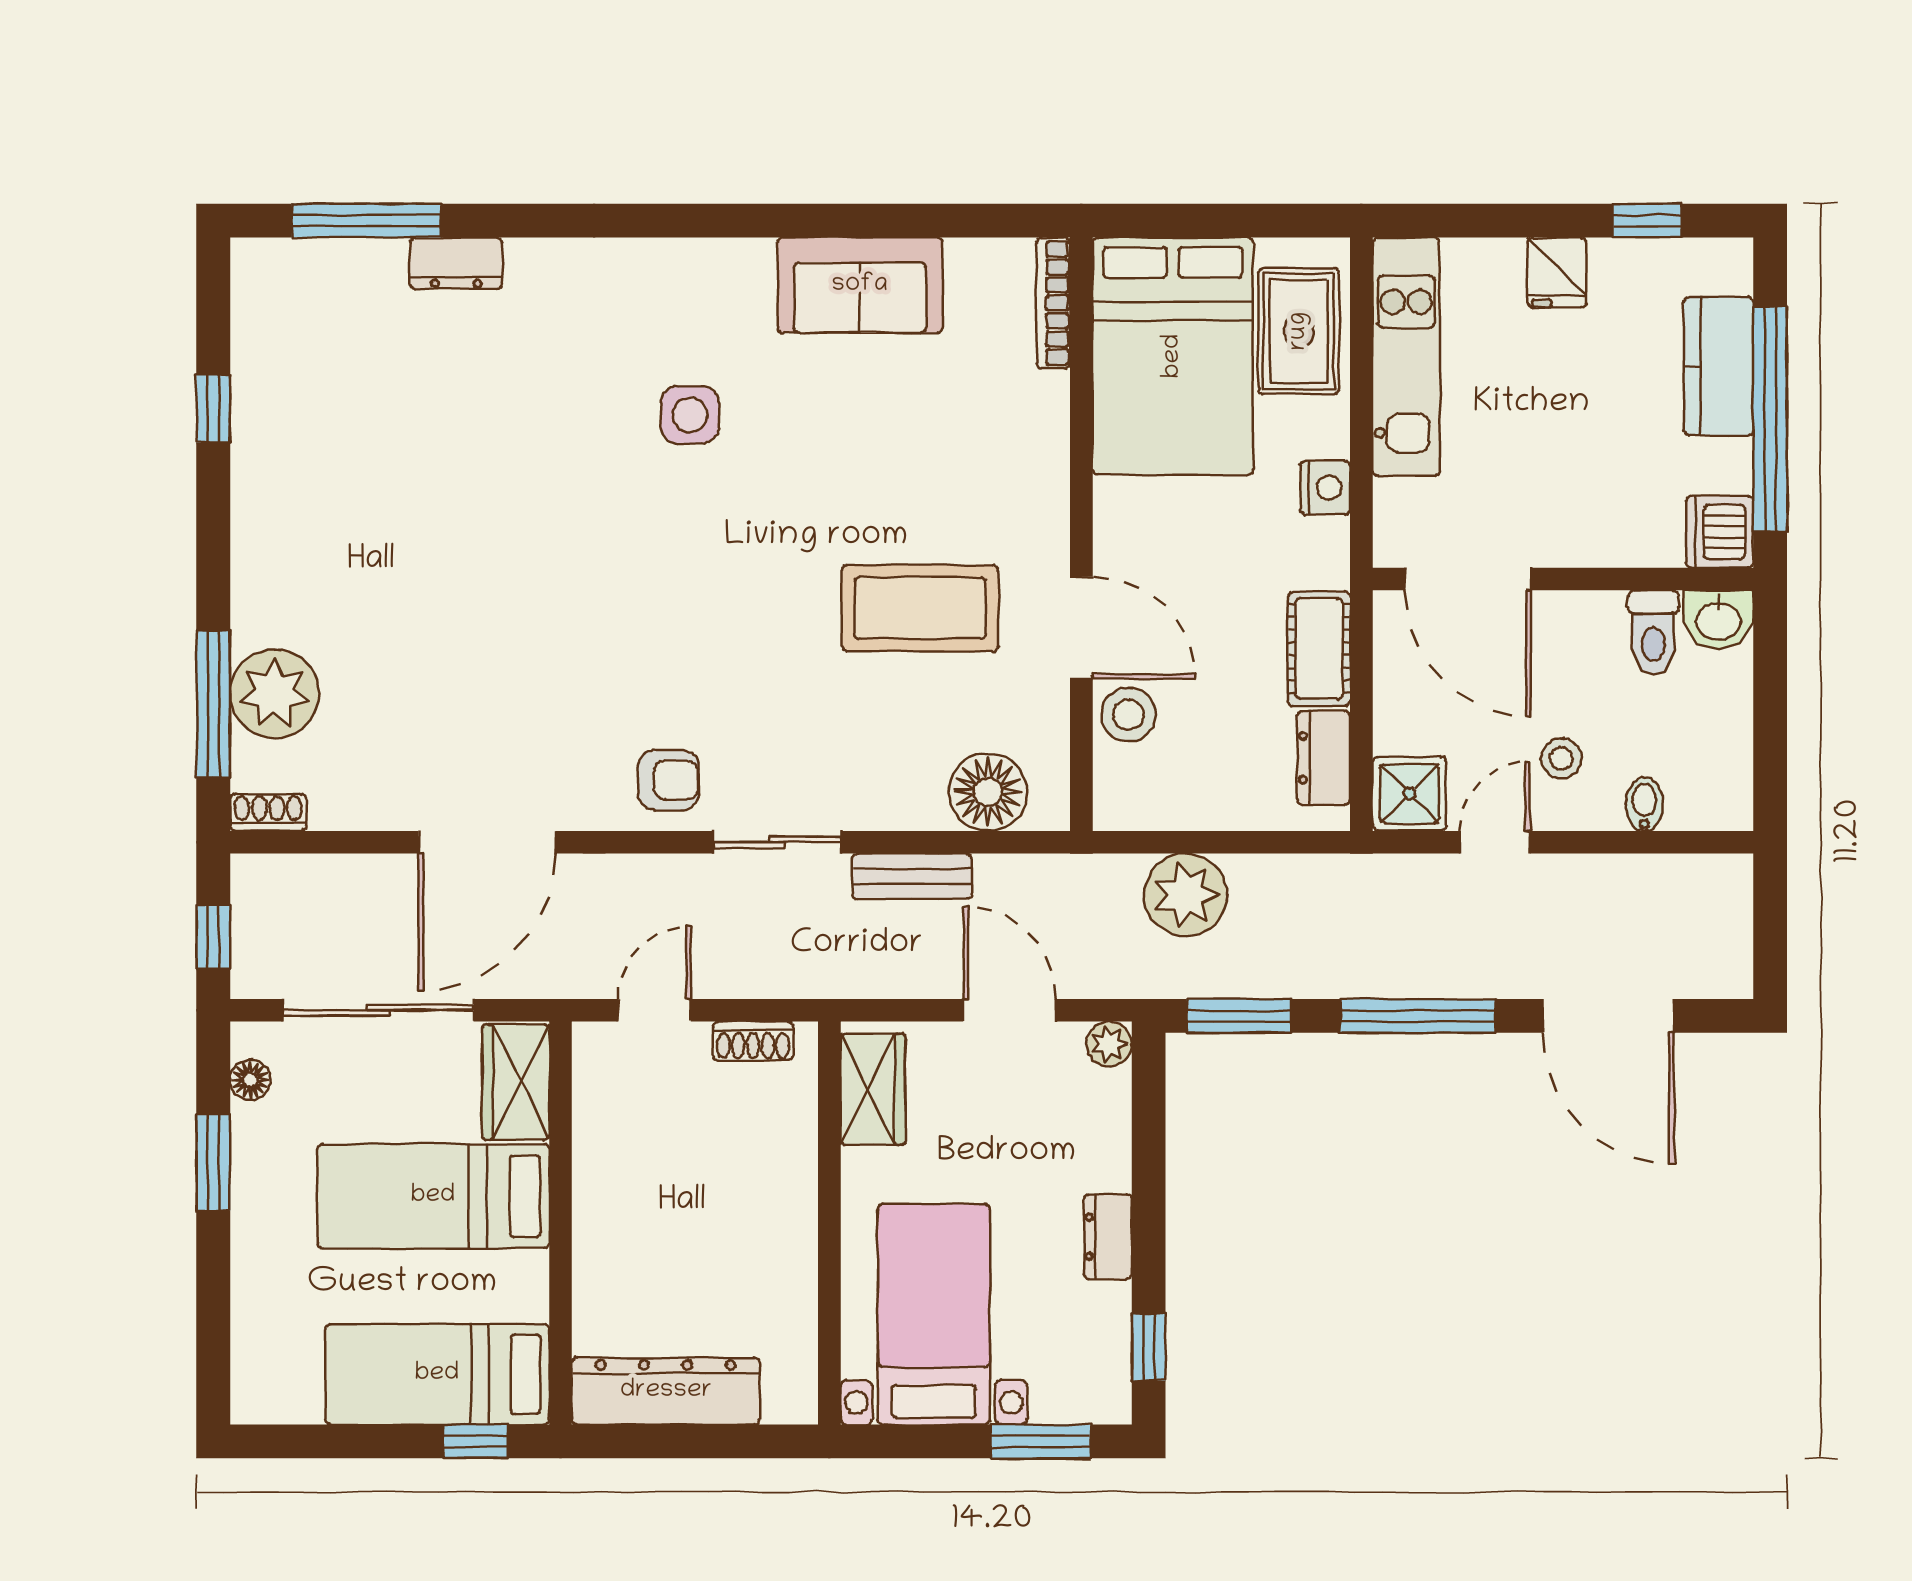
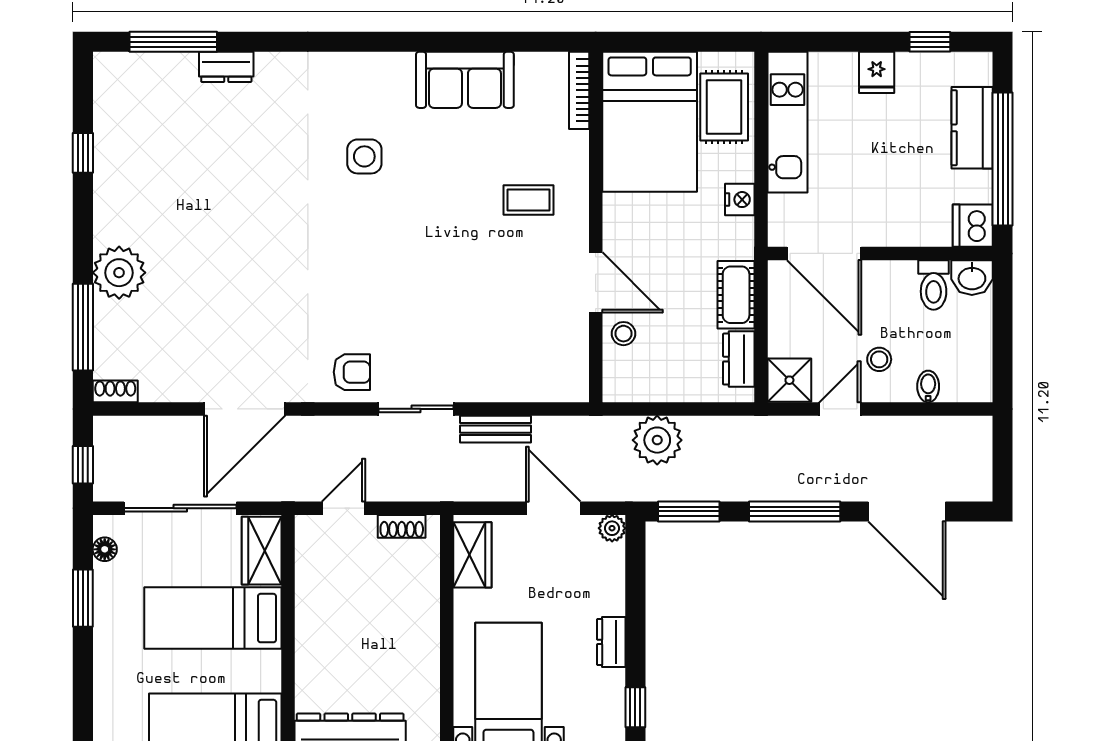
coffee table: (920, 608) -> (529, 200), moved, width x0.54, depth x0.58
plant: (275, 694) -> (119, 273), moved
stool: (1128, 715) -> (623, 334), width x0.73, depth x0.73
floor lamp: (988, 792) -> (540, 379), removed

